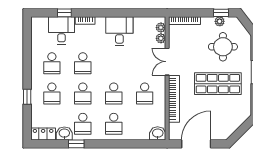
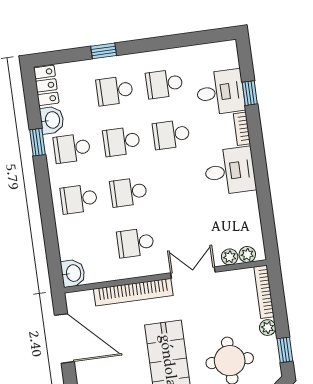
plant: (220, 21) -> (268, 328), moved
desk: (119, 31) -> (230, 171), moved

